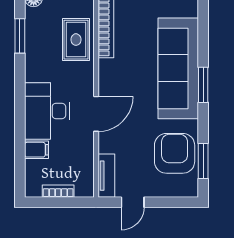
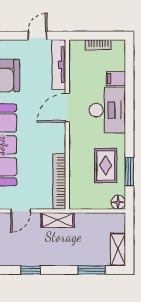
rug: (76, 40) -> (106, 165), moved
tv unit: (106, 176) -> (59, 65), width x1.41

